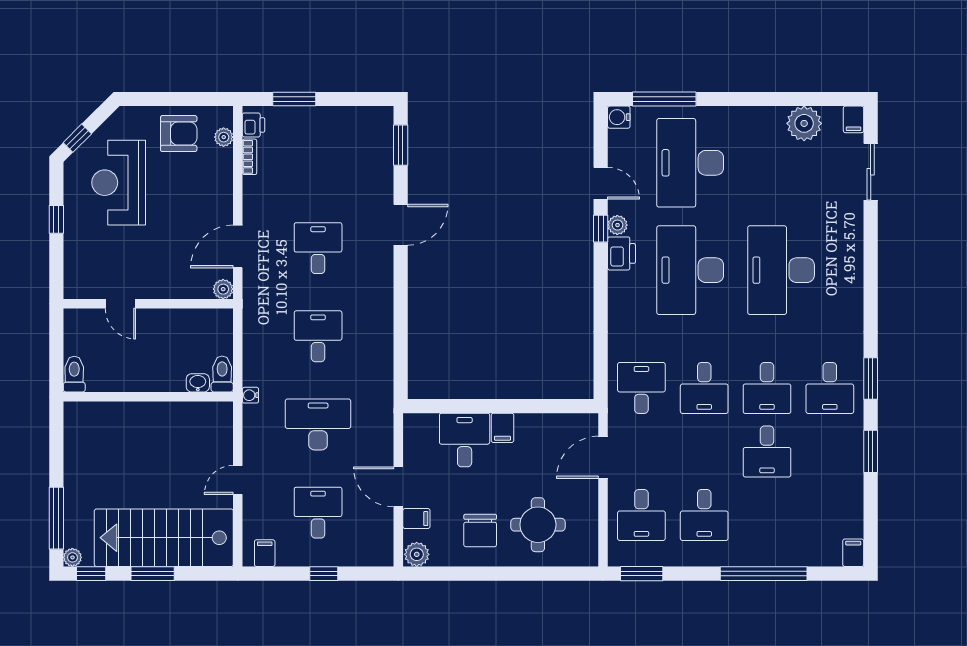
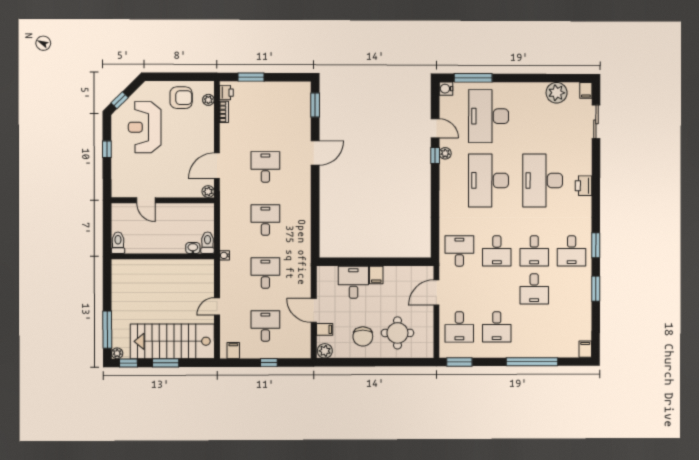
printer: (621, 253) -> (584, 186), moved, turned 180
desk: (318, 424) -> (265, 273), width x0.73

